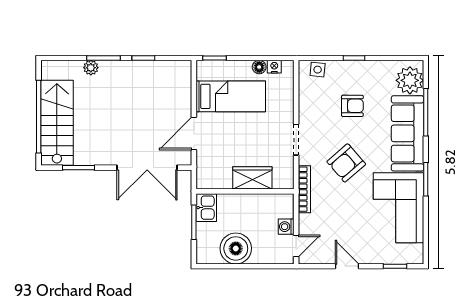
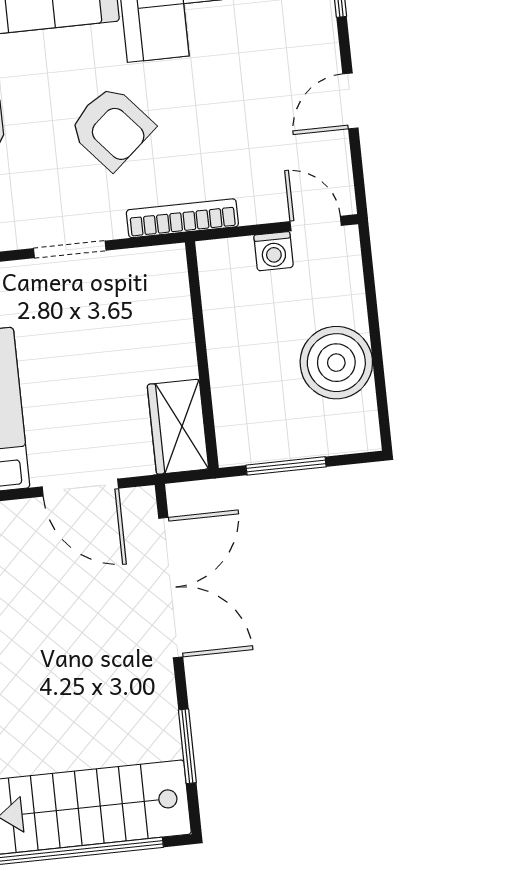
wardrobe: (252, 178) -> (178, 427), moved
kitchen sink: (206, 208) -> (249, 441), removed

